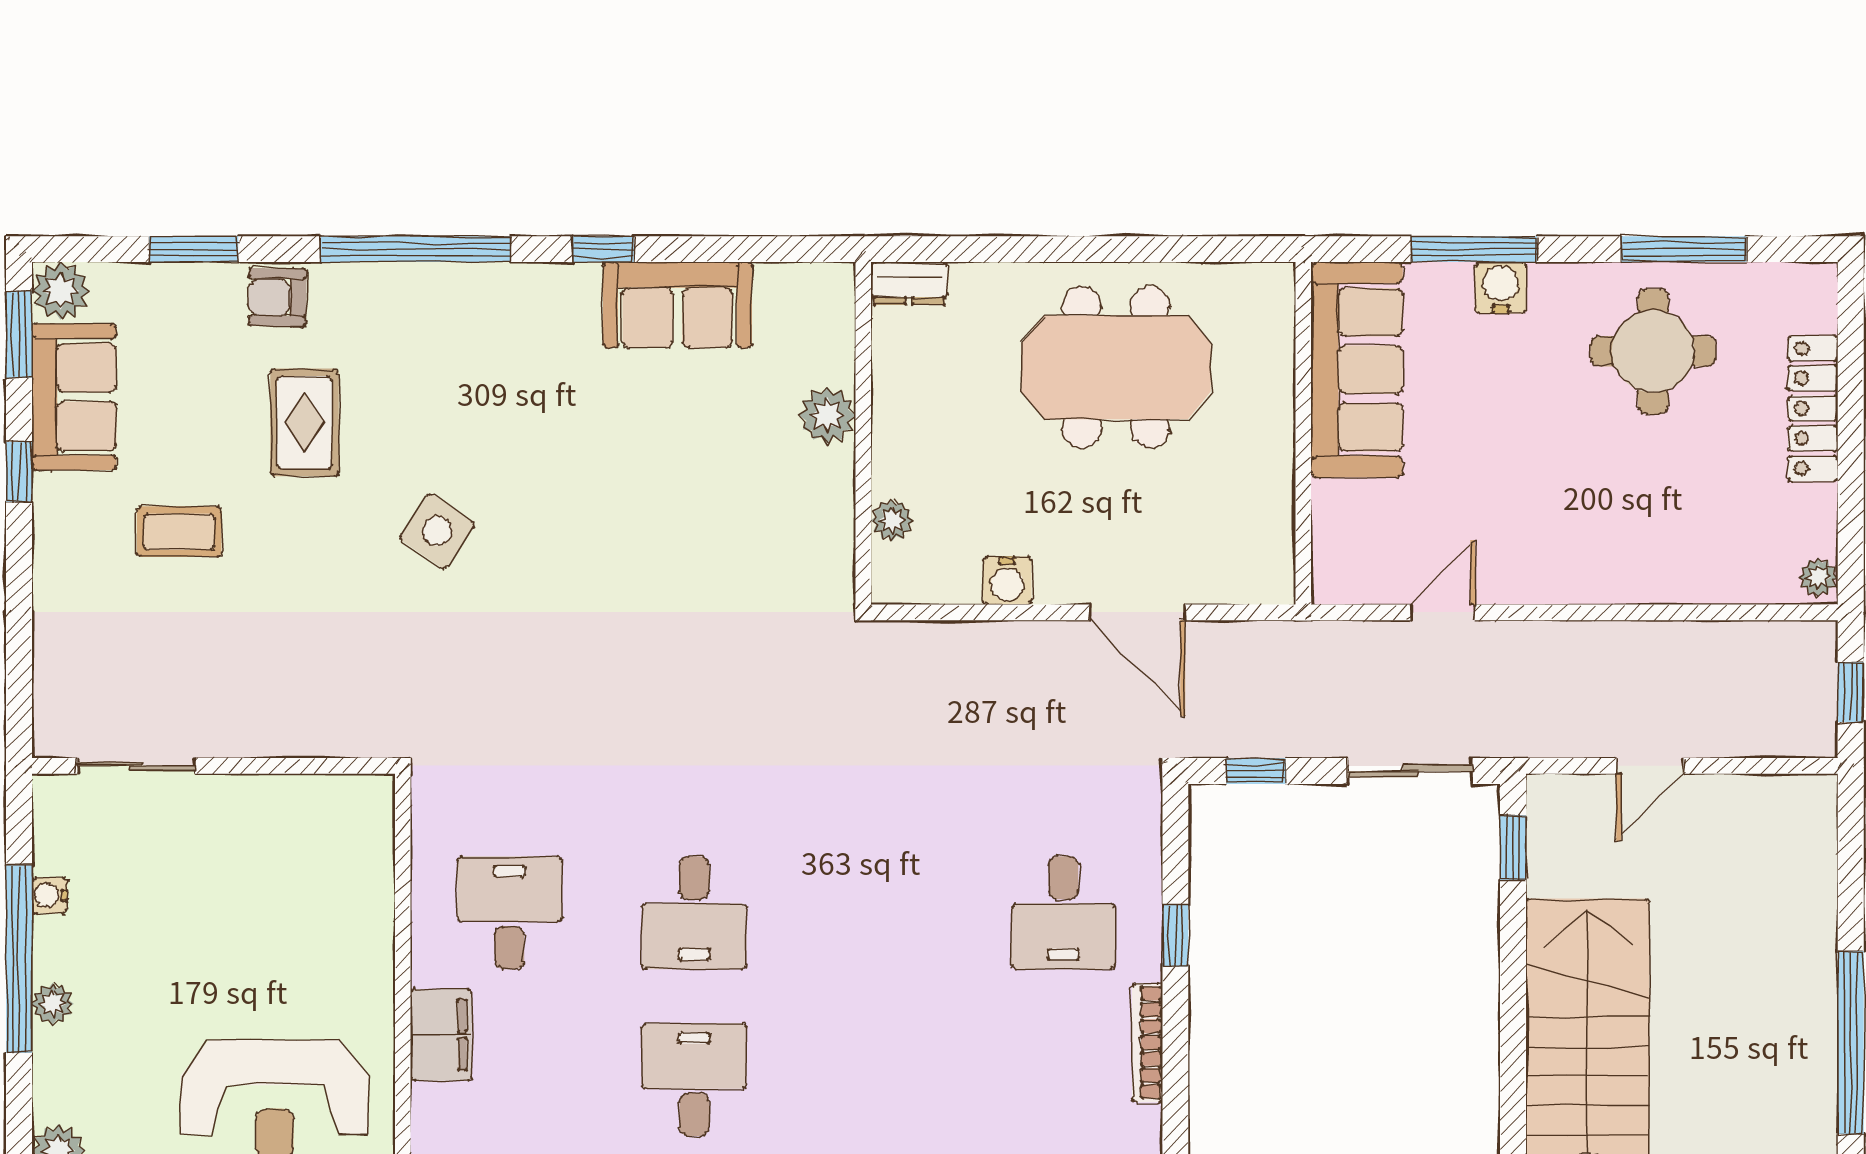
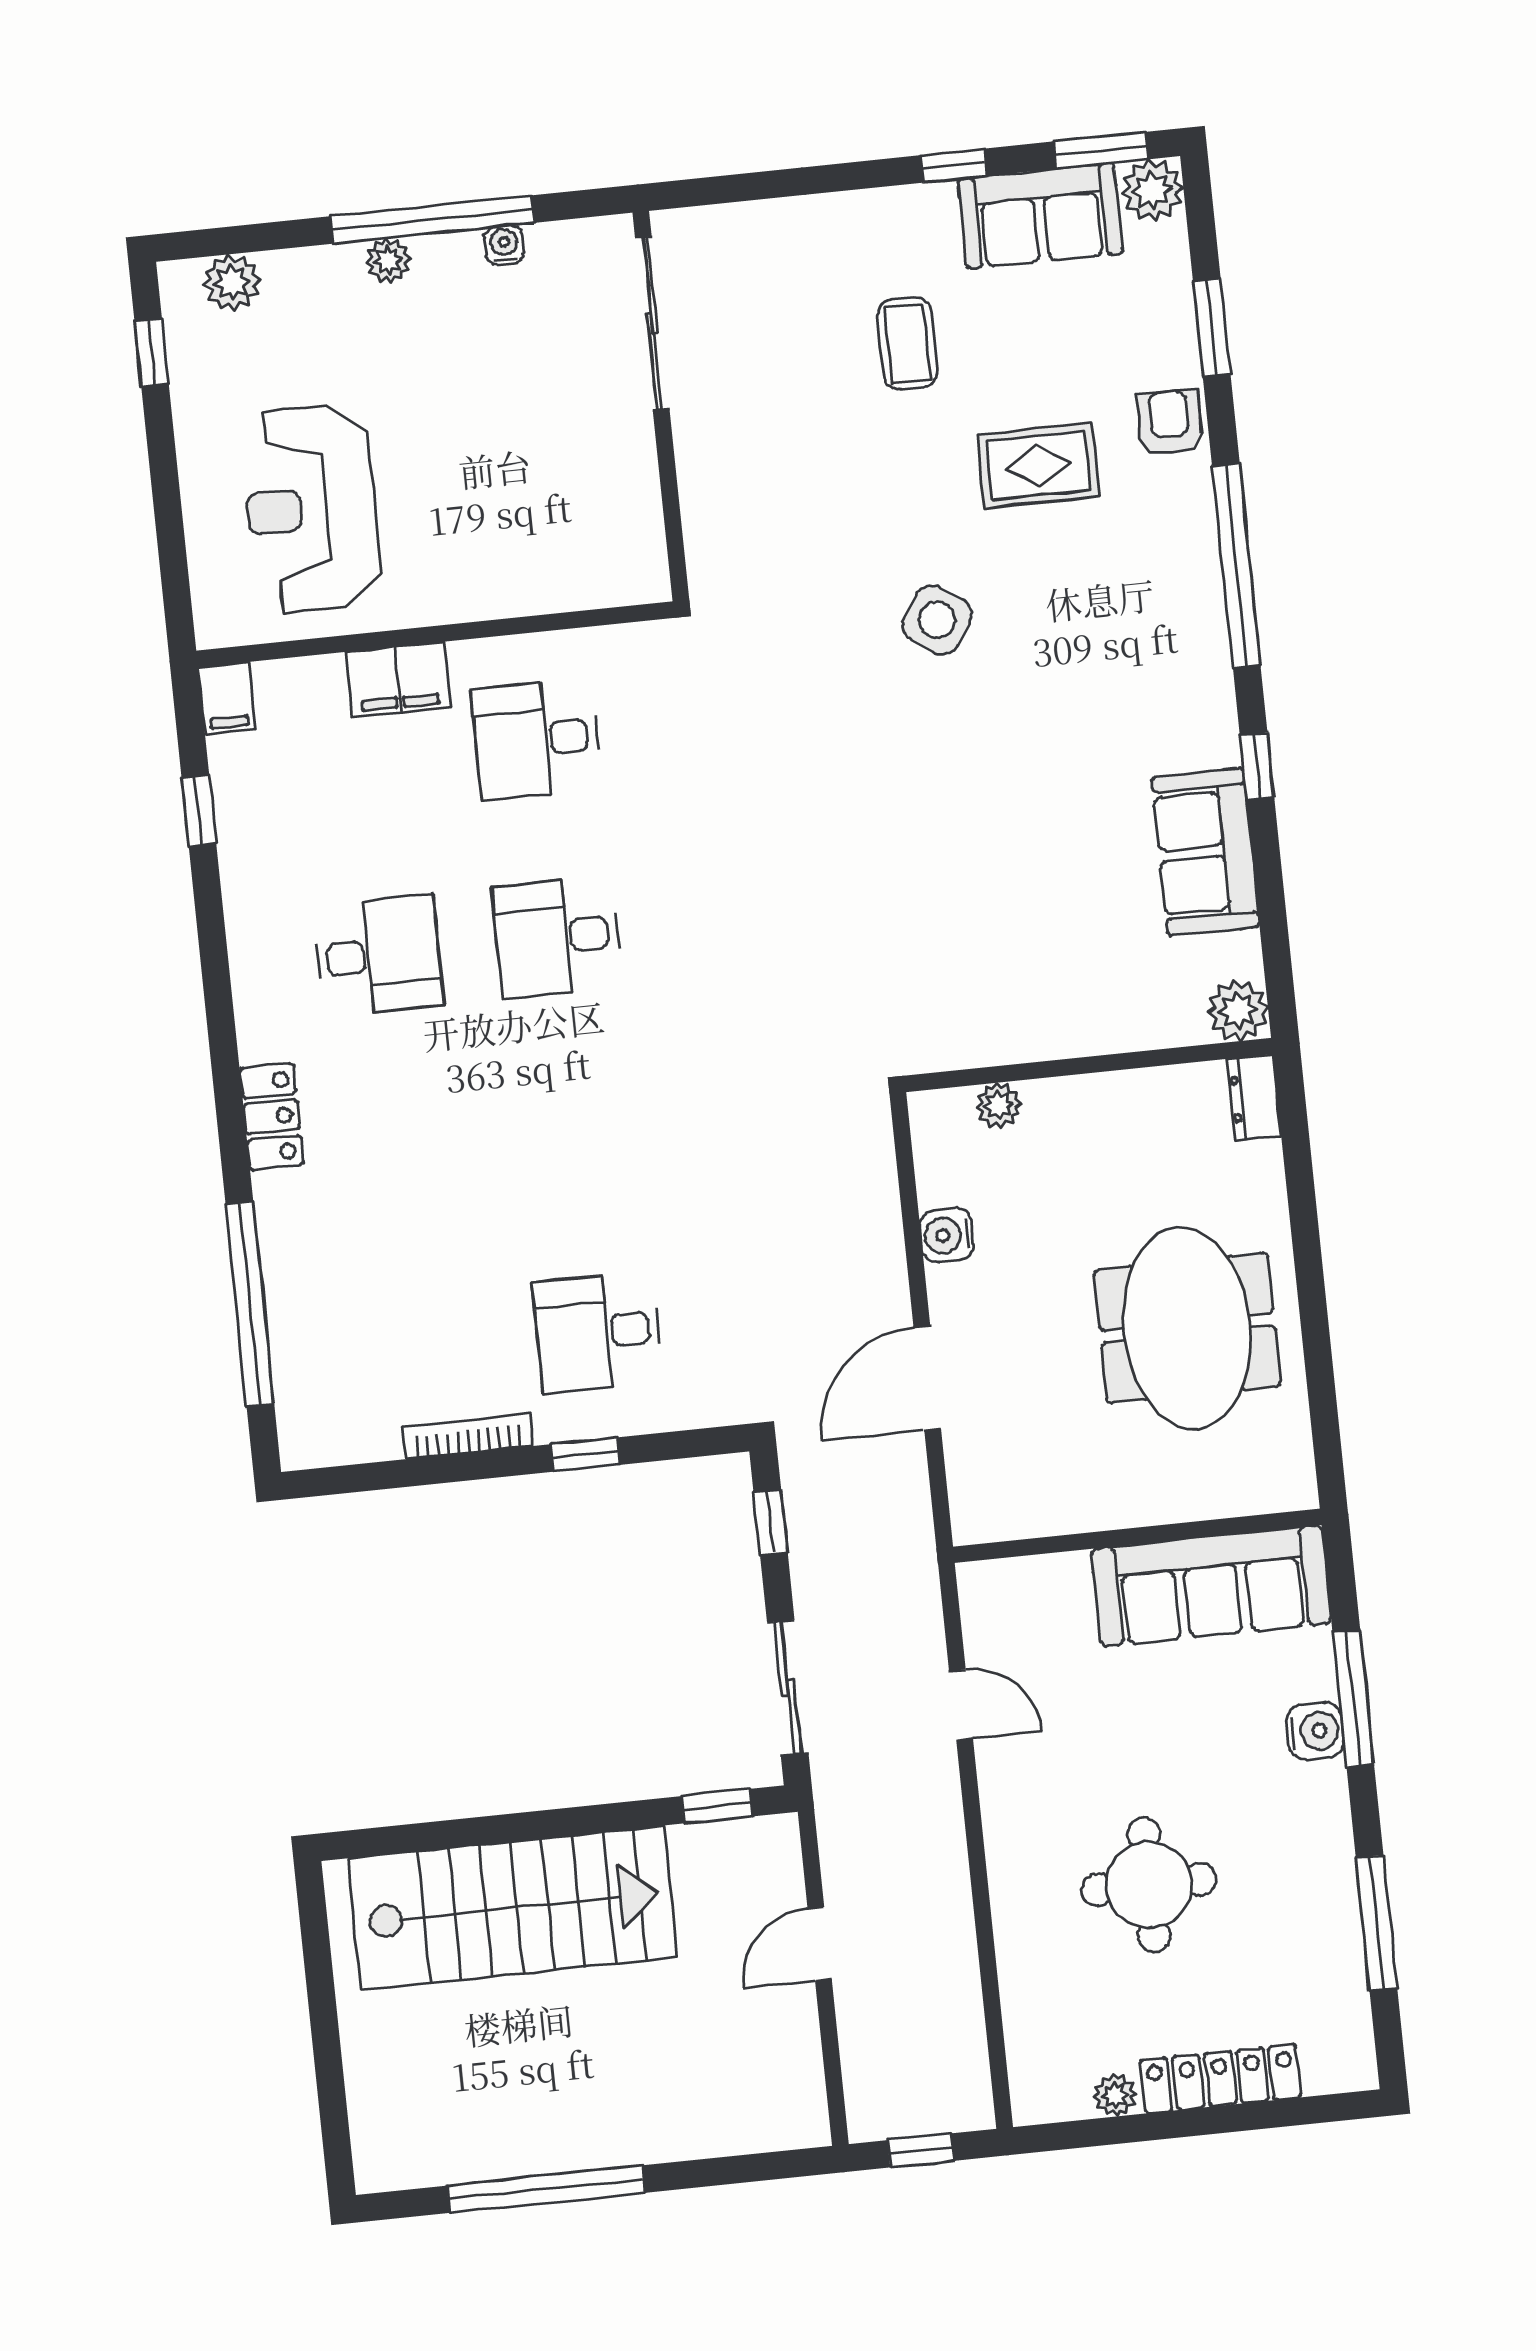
round table: (1653, 351) -> (1149, 1885), moved
plant: (827, 415) -> (1238, 1011), moved
plant: (1818, 577) -> (1115, 2095), moved
sliding door: (136, 766) -> (652, 323), width x1.37
door: (1650, 766) -> (820, 1944), hinge flipped
desk: (510, 913) -> (536, 739), turned 180

